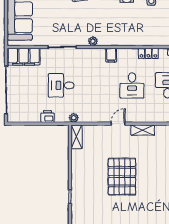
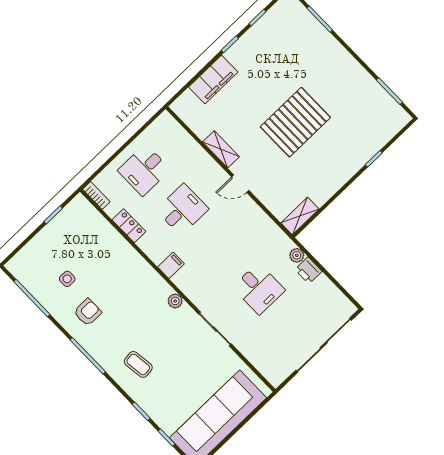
filing cabinet: (24, 57) -> (267, 362), removed
plant: (74, 118) -> (297, 255), moved

